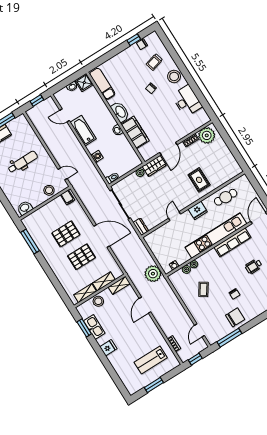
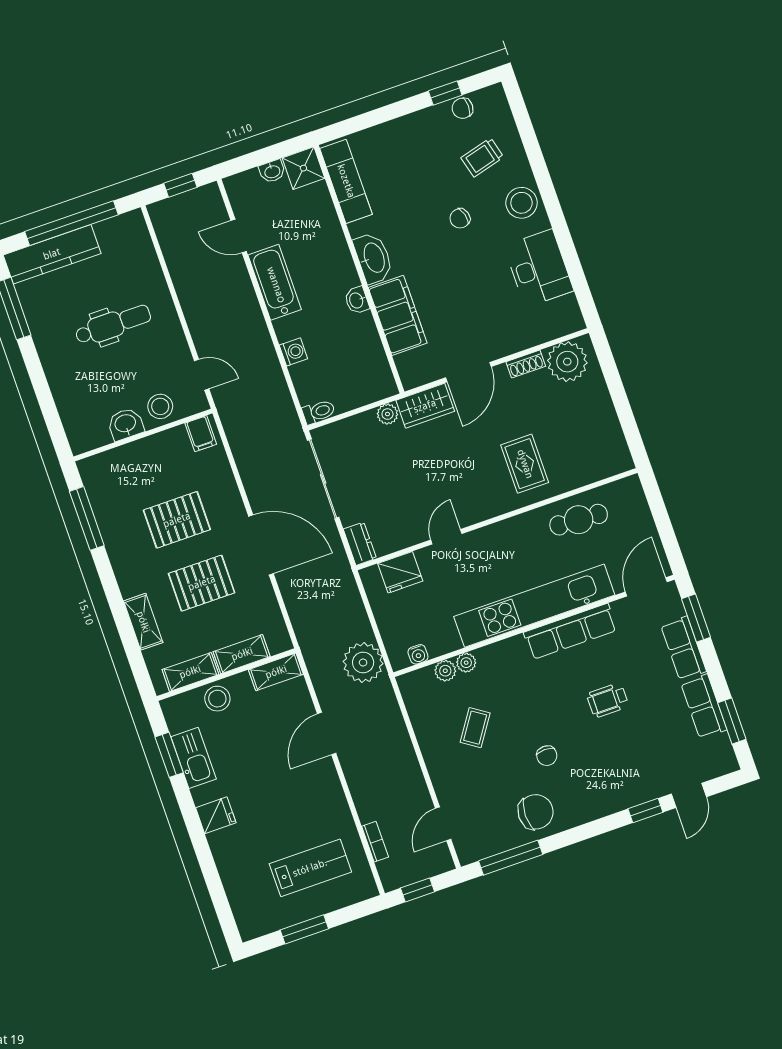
washbasin: (25, 208) -> (126, 424), moved
fridge: (198, 210) -> (400, 572), moved
shelving: (62, 277) -> (143, 622), added
lab bench: (151, 360) -> (310, 868), turned 180

